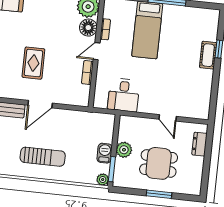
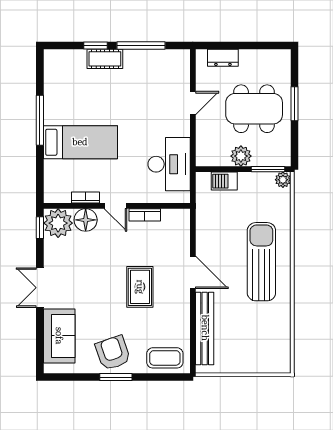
rug: (33, 63) -> (140, 287), turned 90
window: (215, 83) -> (141, 46), added
desk: (124, 95) -> (169, 164), width x1.37
barbecue: (104, 153) -> (224, 181), moved
sun lounger: (43, 157) -> (261, 262), width x1.36, depth x1.34
dining table: (159, 163) -> (254, 109), width x1.38

